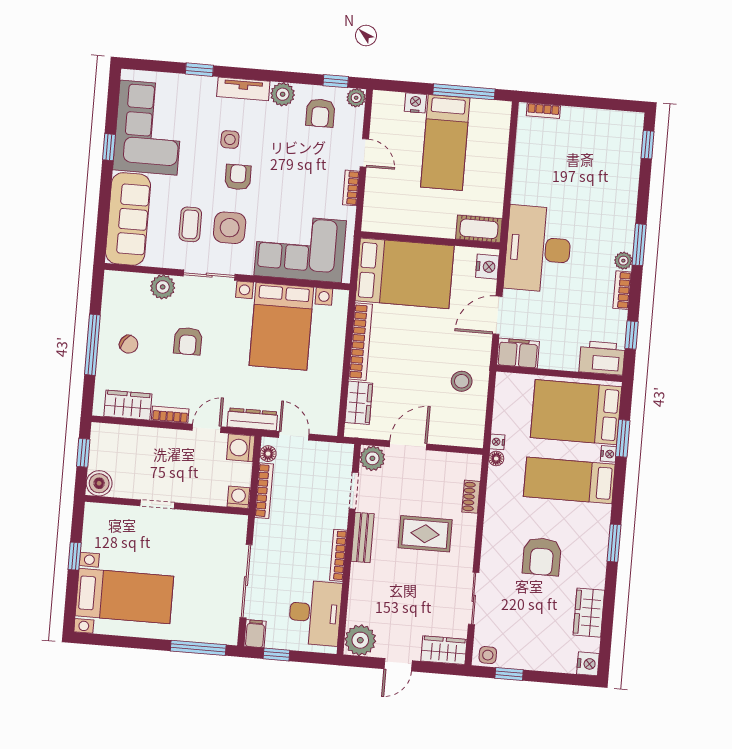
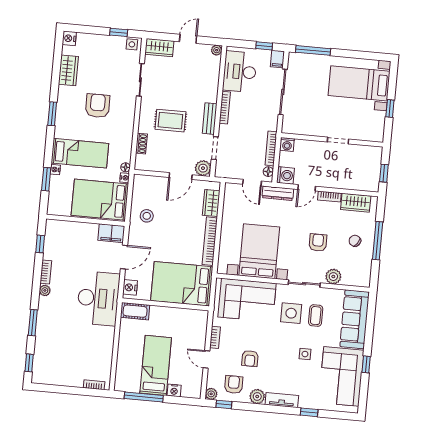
side table: (230, 139) -> (305, 354), moved
armchair: (238, 177) -> (250, 358), moved
window: (639, 245) -> (33, 323), moved
printer: (602, 358) -> (59, 230), removed
bed: (576, 412) -> (100, 200), moved, turned 180
boiler: (99, 483) -> (374, 154), removed
plant: (360, 640) -> (217, 50), width x0.53, depth x0.53

